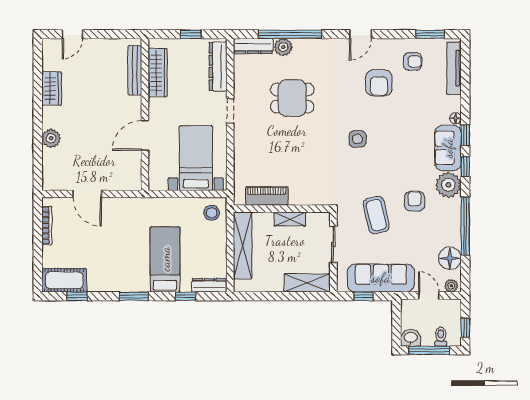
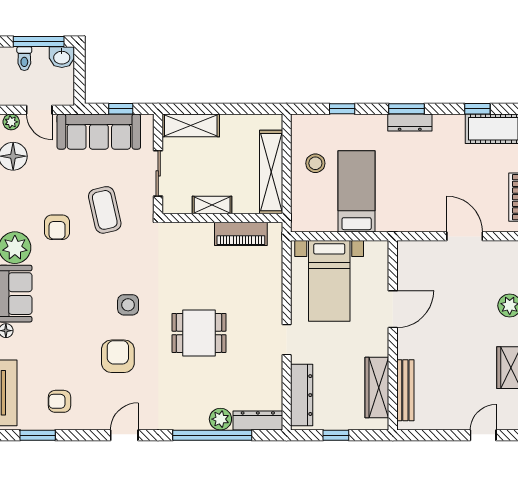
armchair: (379, 83) -> (118, 356), moved
dining table: (292, 98) -> (199, 333), moved
stool: (212, 213) -> (315, 163), moved
bed: (165, 259) -> (357, 191), moved, turned 180
dresser: (209, 285) -> (410, 122), moved

